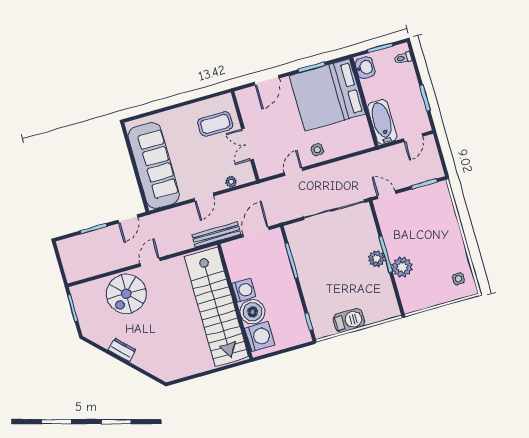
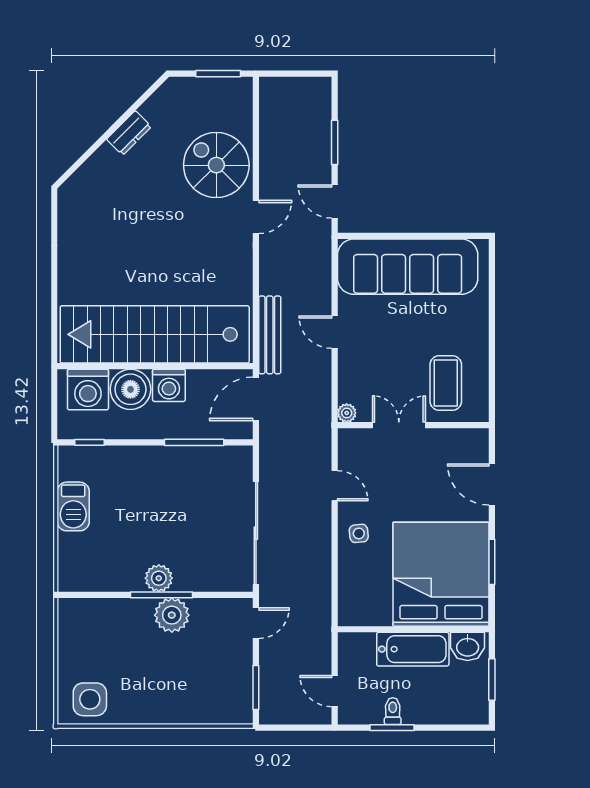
toilet: (403, 58) -> (393, 711), moved
bathtub: (382, 122) -> (413, 649), moved
plant: (231, 182) -> (347, 413), moved
door: (256, 232) -> (256, 399), swing flipped
door: (150, 262) -> (256, 217), hinge flipped
plant: (402, 267) -> (172, 615), moved
side table: (458, 279) -> (90, 699), width x1.87, depth x1.87
washing machine: (244, 290) -> (169, 385), moved
wall: (235, 301) -> (155, 366), moved
stairs: (217, 307) -> (155, 334), moved
boiler: (253, 312) -> (130, 389), moved
washing machine: (260, 337) -> (88, 389), moved

